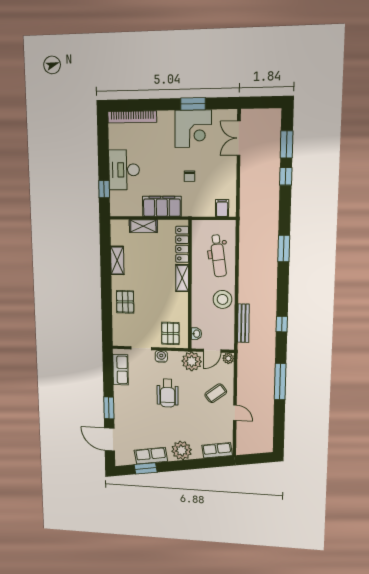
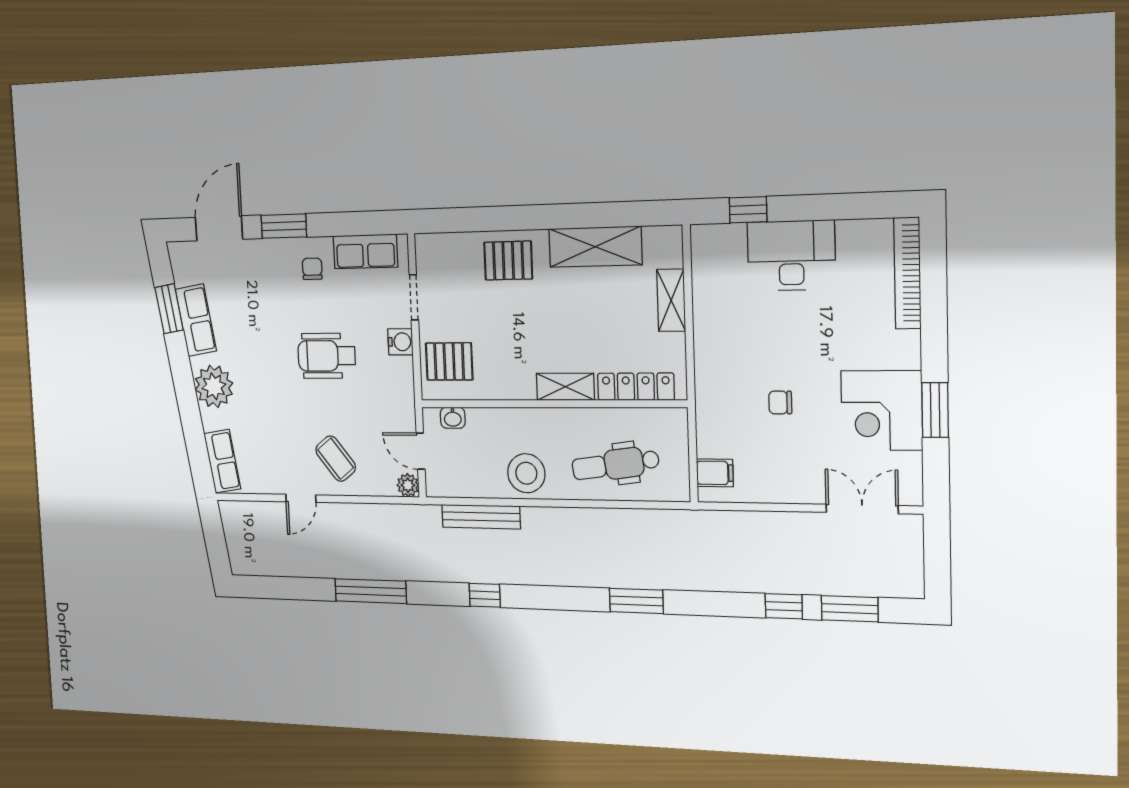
filing cabinet: (162, 206) -> (715, 342), removed
shelving: (117, 260) -> (595, 247), width x1.50, depth x1.33
plant: (192, 361) -> (396, 408), removed
chair: (128, 396) -> (312, 269), added

